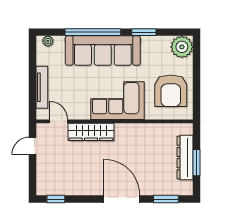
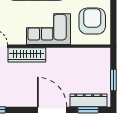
armchair: (171, 91) -> (92, 21), turned 180
dresser: (185, 158) -> (88, 100), moved, turned 90

